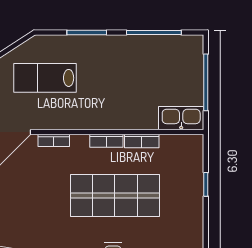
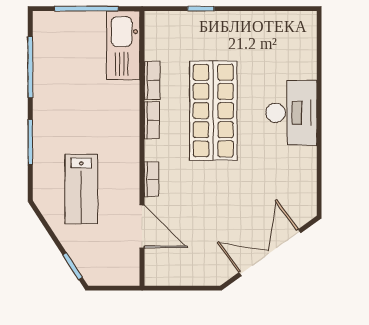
kitchen sink: (181, 118) -> (123, 45), width x1.36, depth x1.24

